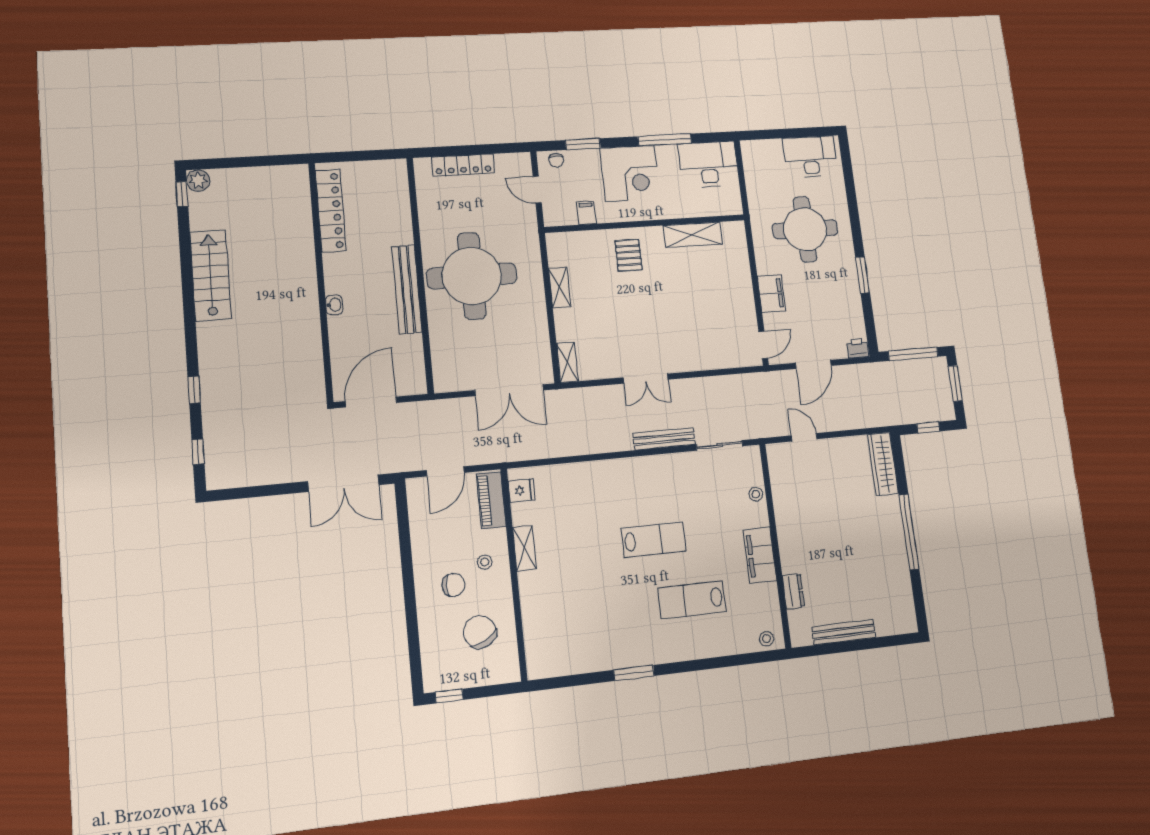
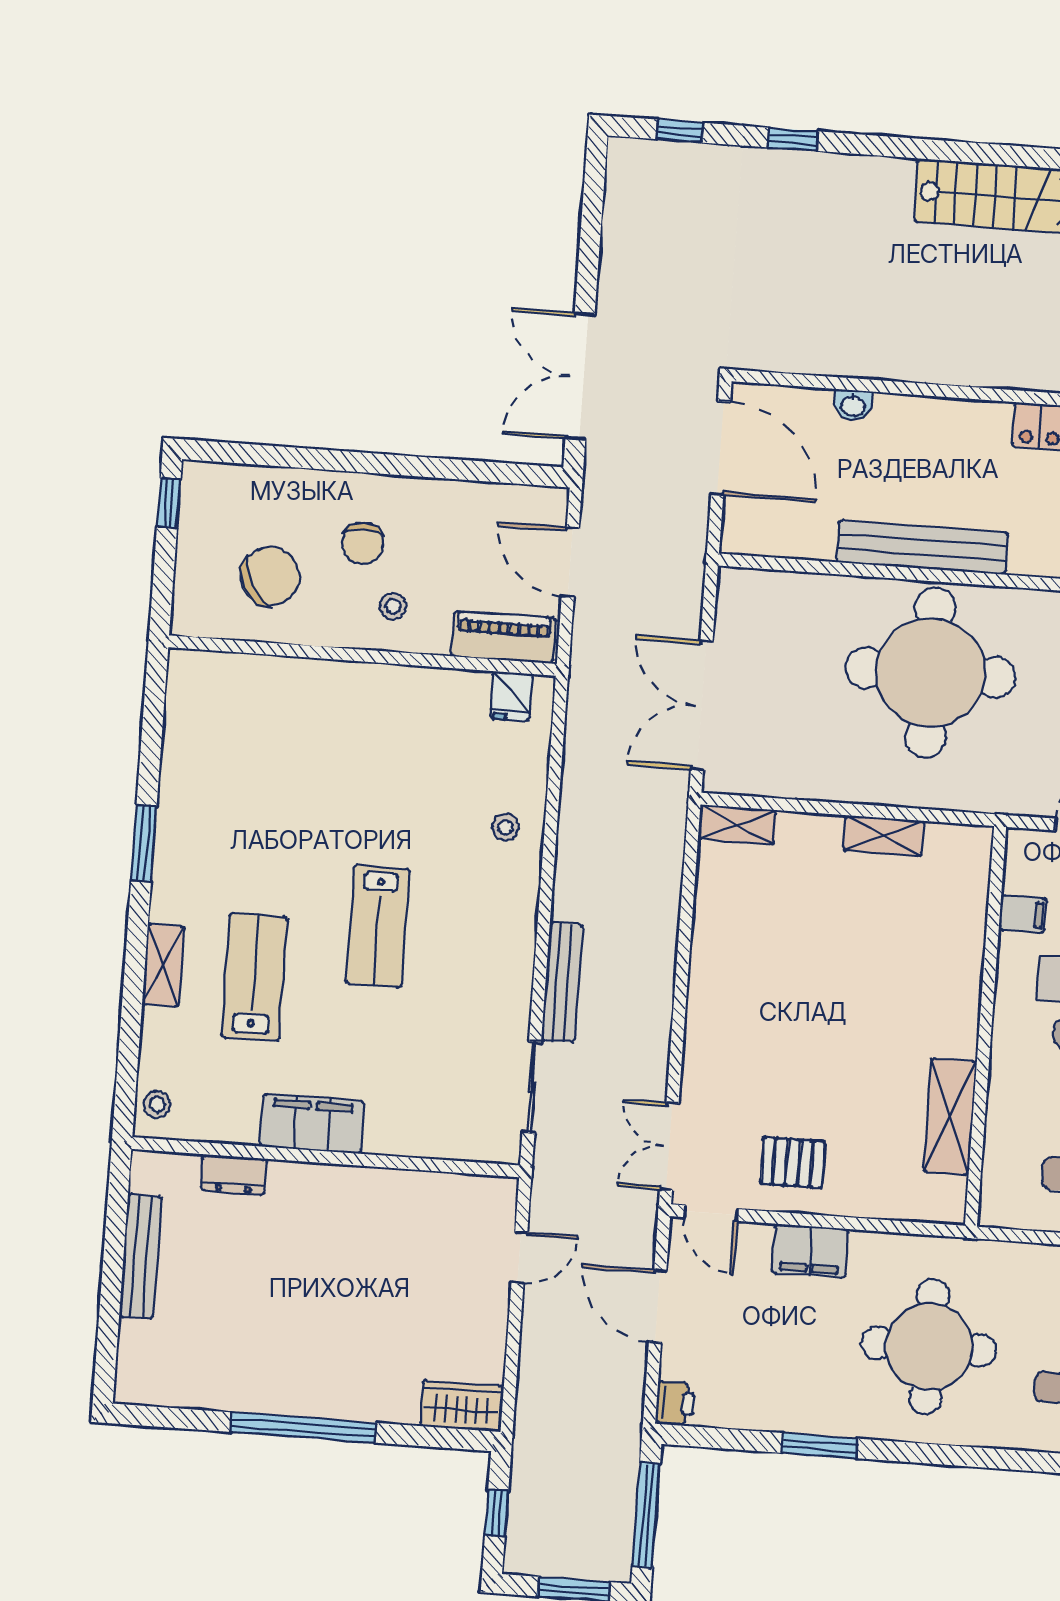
pallet: (628, 255) -> (793, 1162), moved
washbasin: (334, 305) -> (853, 405), moved
double door: (646, 379) -> (669, 1146), moved
wardrobe: (883, 464) -> (461, 1406), width x0.67
stool: (756, 494) -> (505, 827), moved
shelving: (524, 548) -> (163, 965), moved, turned 90

